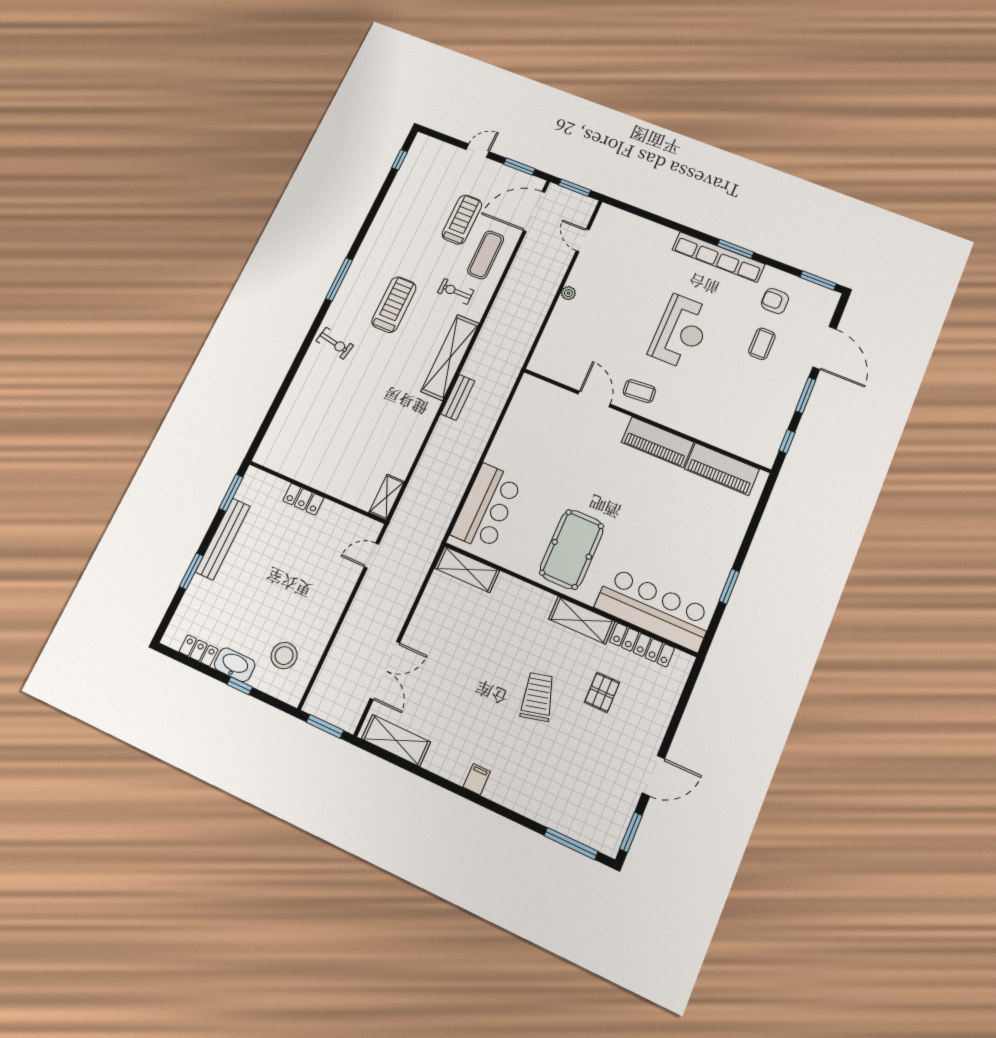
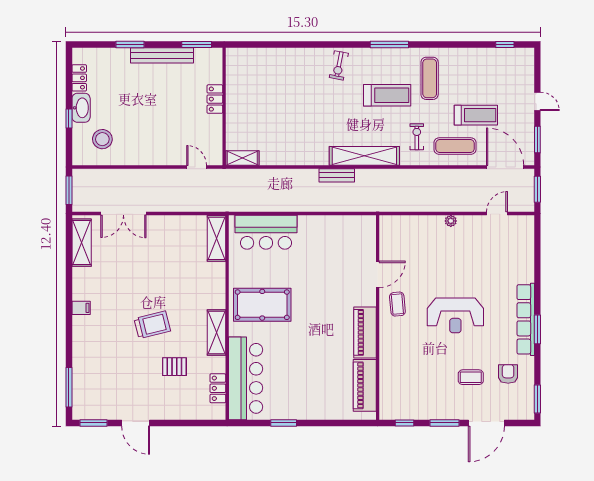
exercise mat: (398, 252) -> (430, 78), added
locker: (642, 645) -> (218, 388), width x0.66

